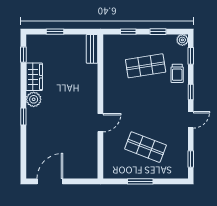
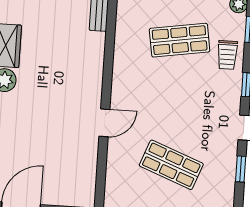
window: (191, 159) -> (241, 169), moved

